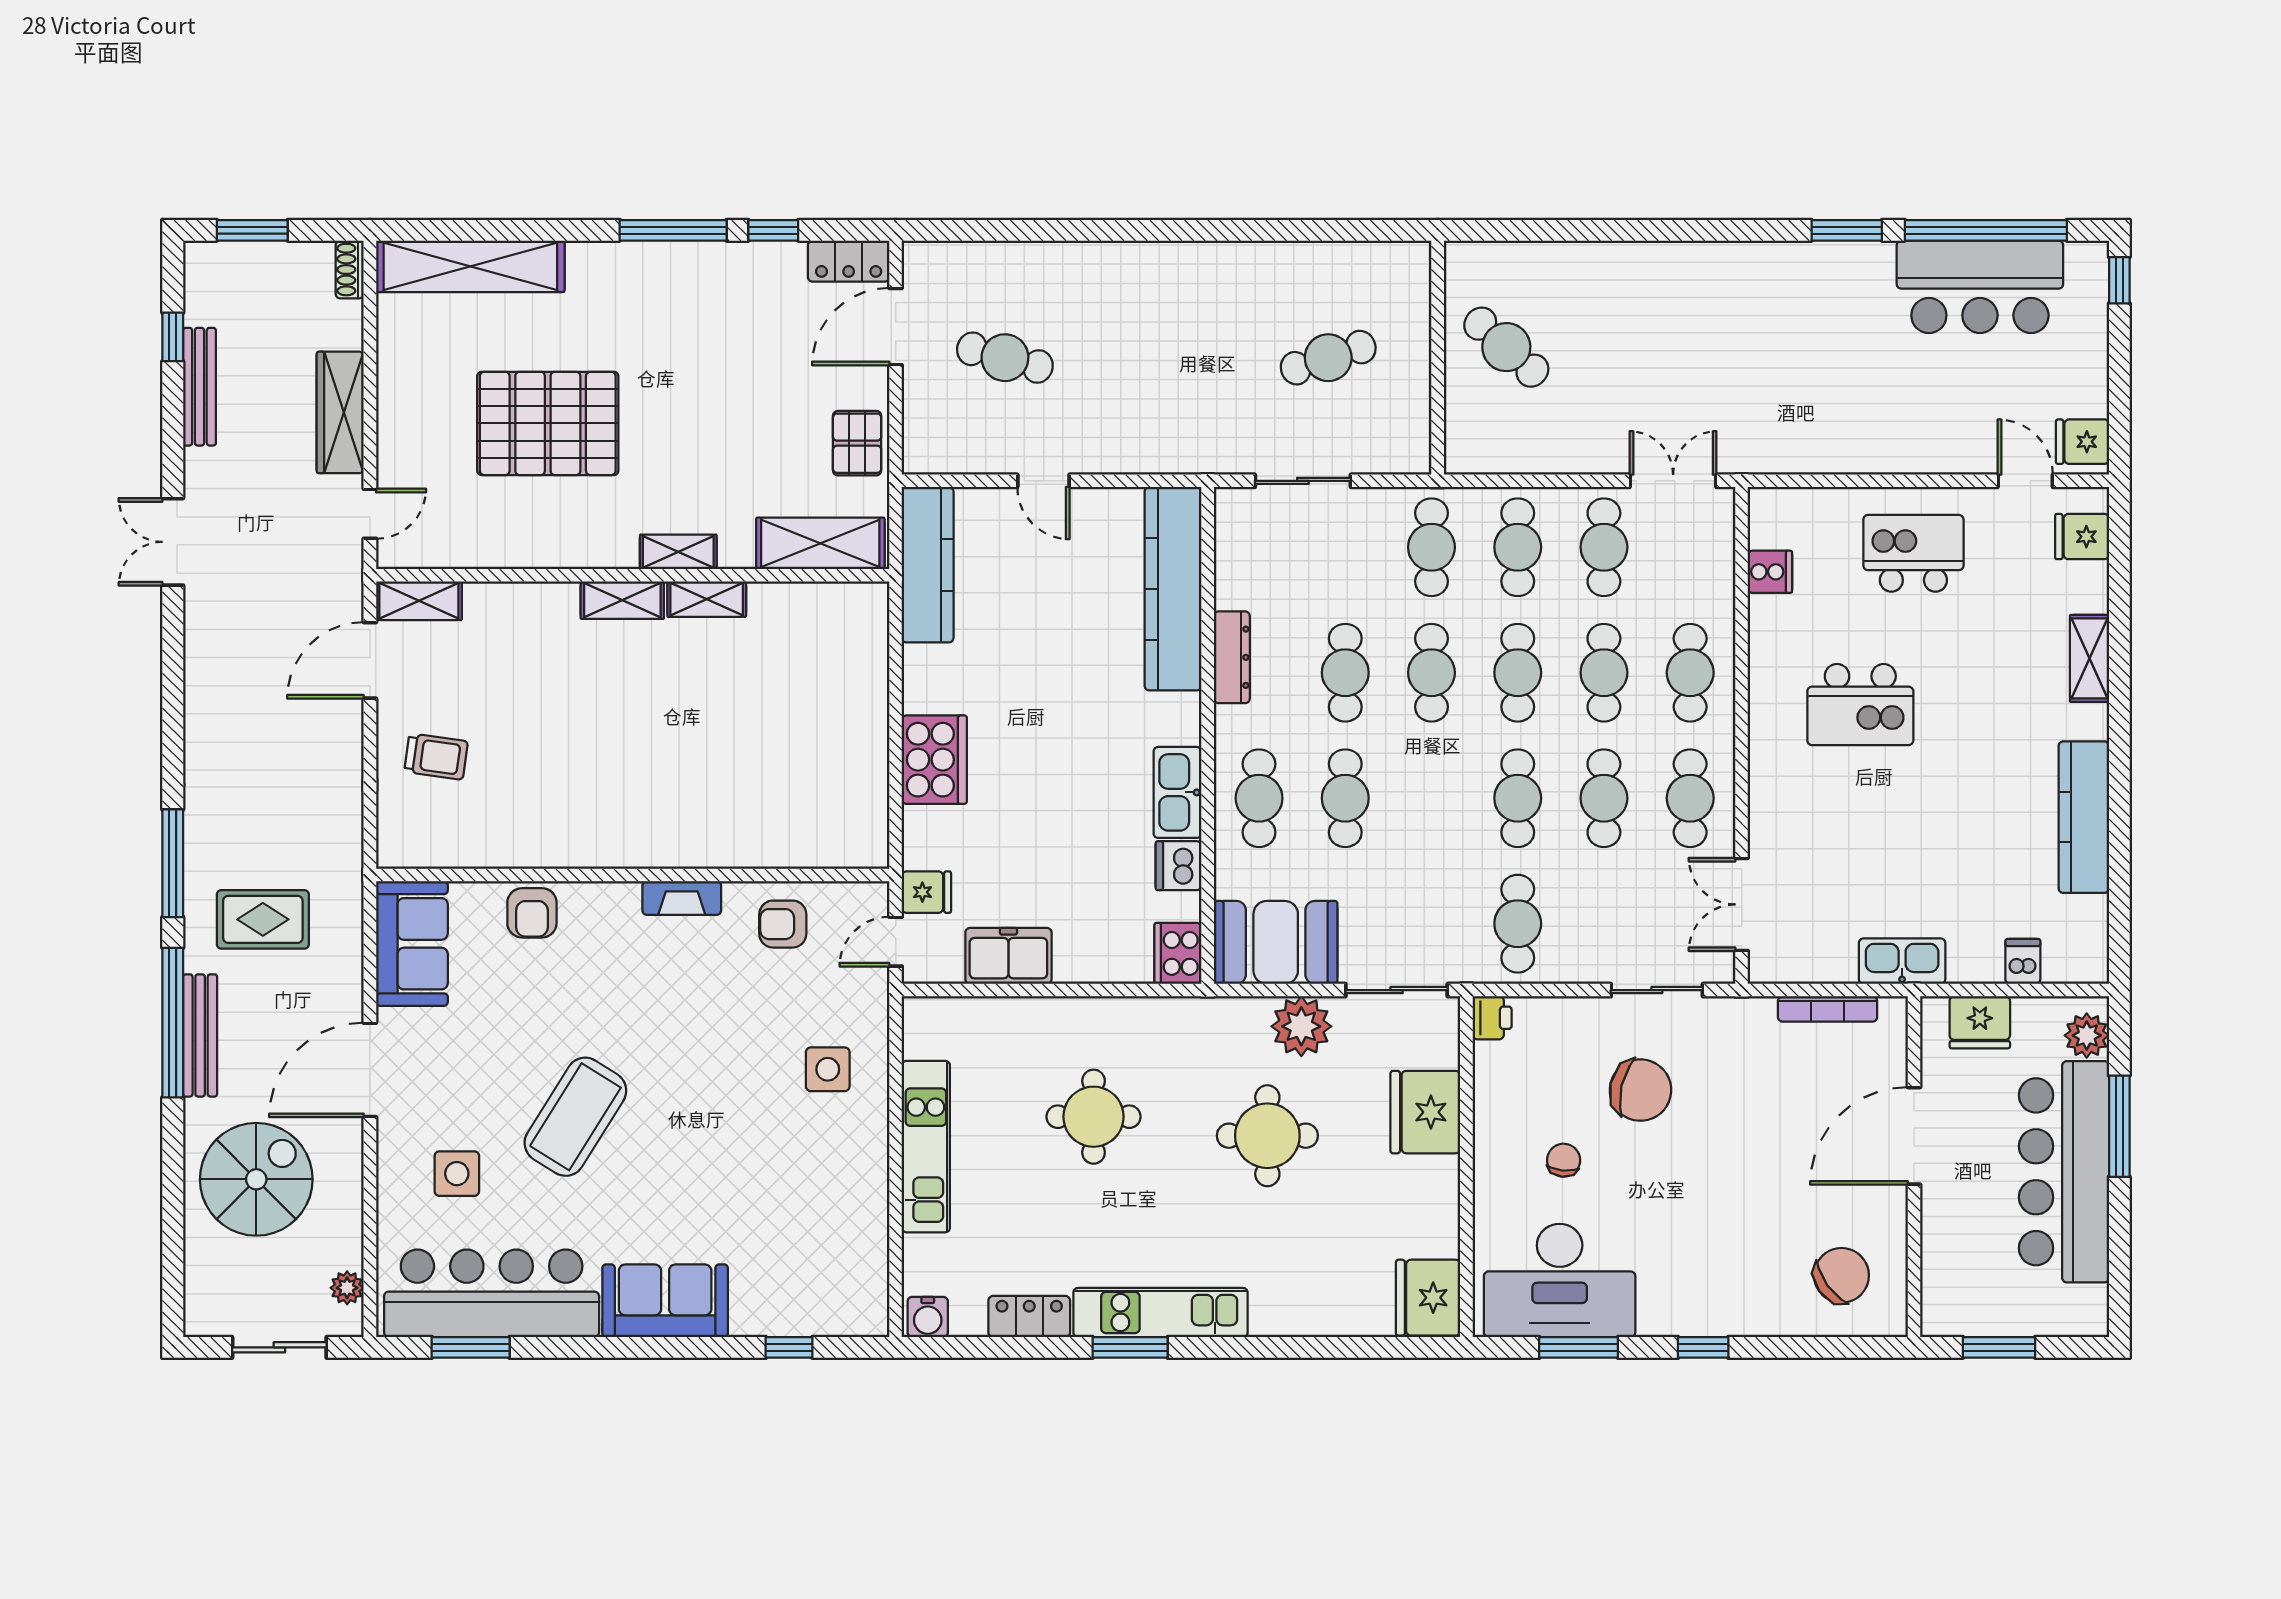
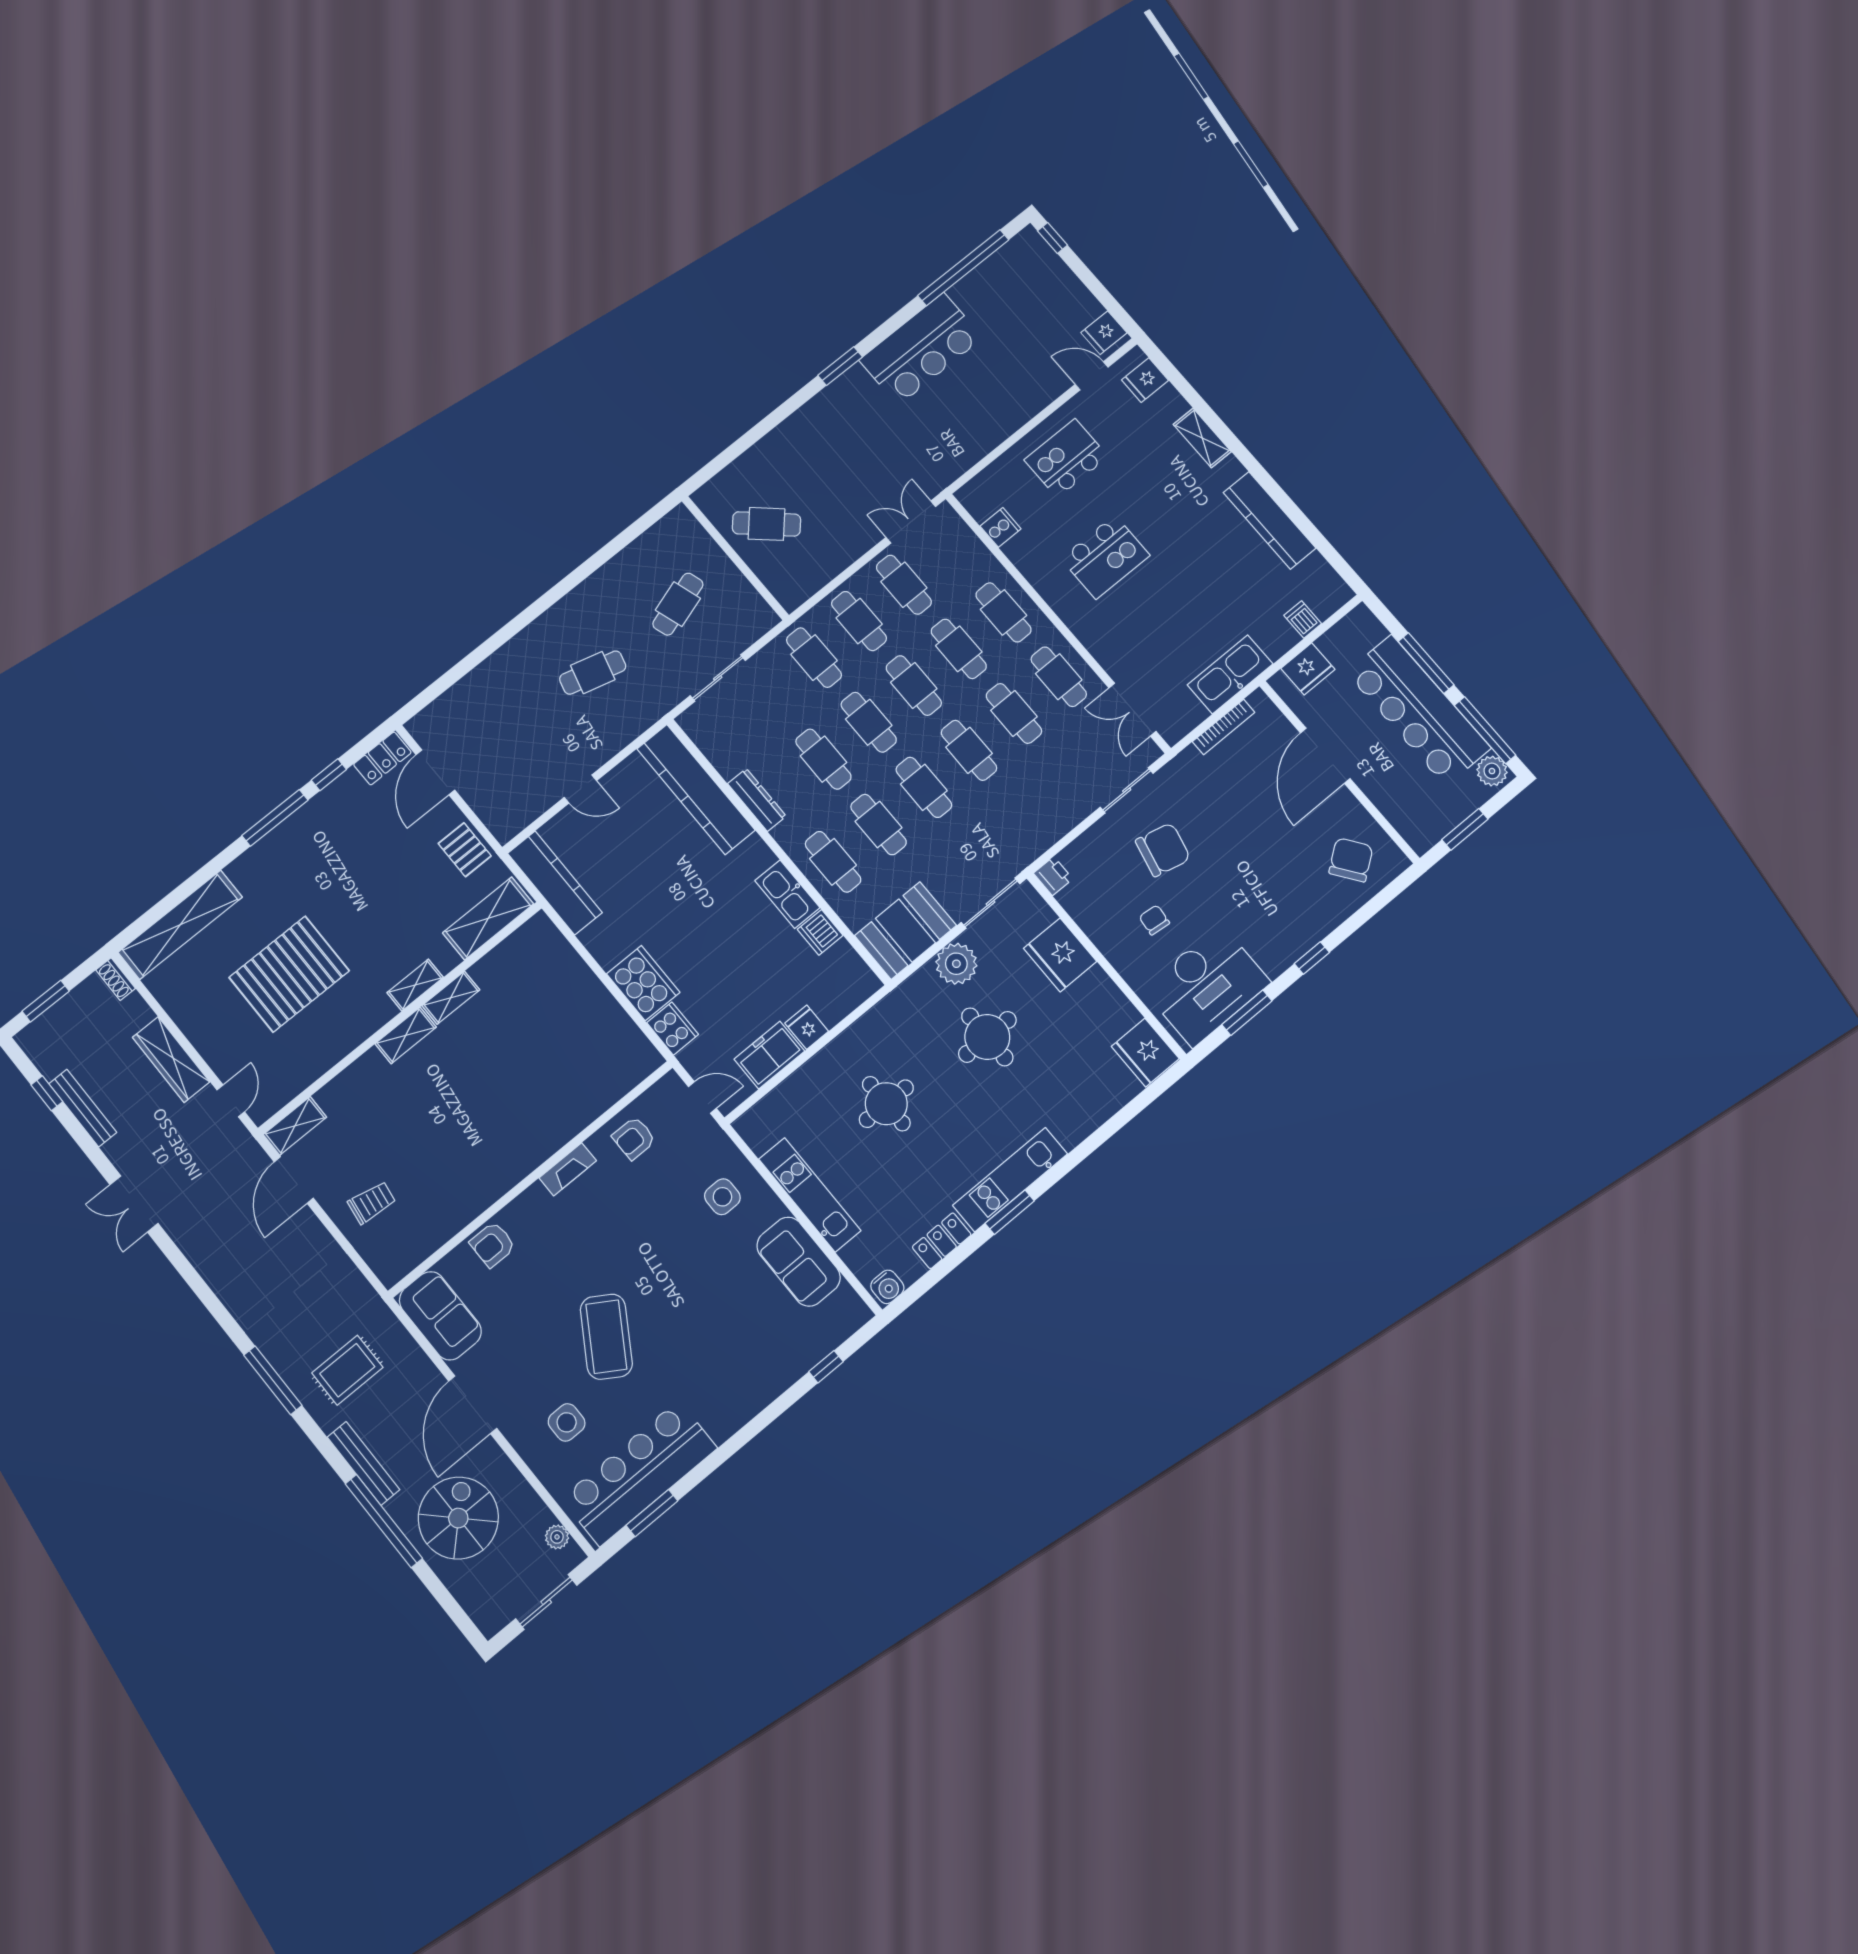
window: (1847, 230) -> (840, 366), moved
bar counter: (1980, 287) -> (921, 349), moved
cafe table: (1005, 358) -> (593, 673), moved
fridge: (926, 892) -> (807, 1027), moved, turned -90
armchair: (532, 913) -> (493, 1245), turned 90
cafe table: (1518, 924) -> (924, 787), moved
door: (896, 942) -> (702, 1097), swing flipped
cooker: (1178, 953) -> (673, 1029), moved, turned 180
kitchen sink: (1902, 961) -> (1230, 674), width x1.36, depth x1.24
window: (173, 1023) -> (384, 1521), moved
plant: (2087, 1035) -> (1492, 771), moved
window: (2119, 1256) -> (1485, 730), added
sofa: (665, 1301) -> (799, 1262), moved, turned -90

